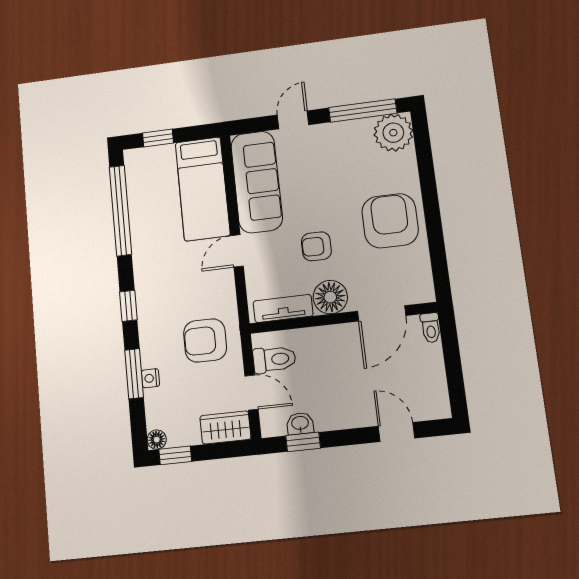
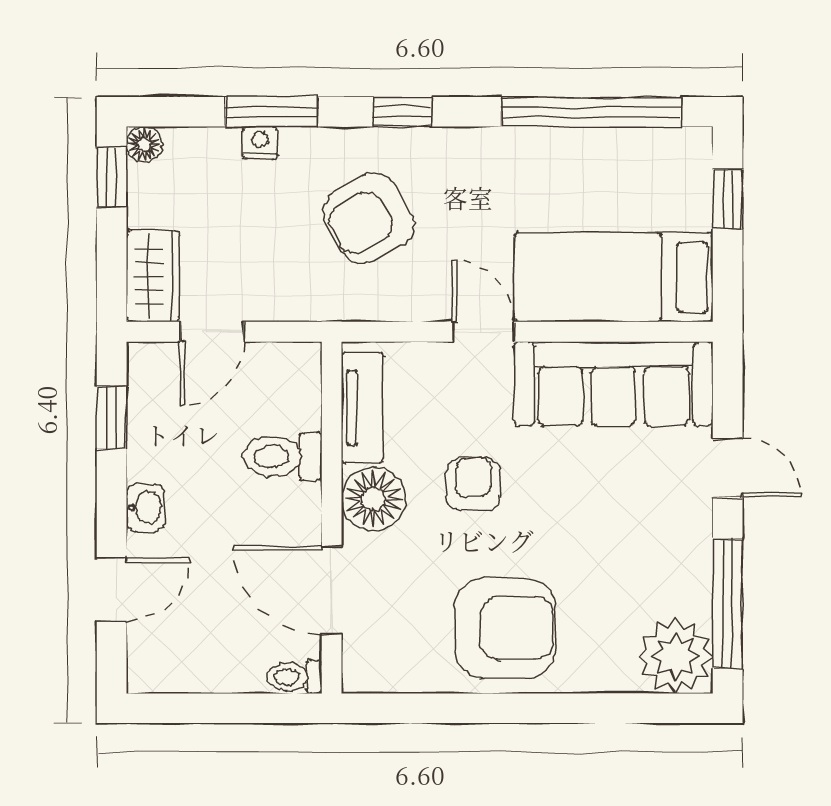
armchair: (205, 340) -> (369, 218), moved, turned -119
toilet: (274, 359) -> (282, 456), moved, turned 90
washbasin: (300, 424) -> (146, 508), moved

